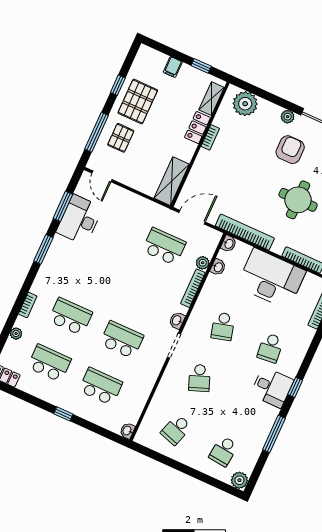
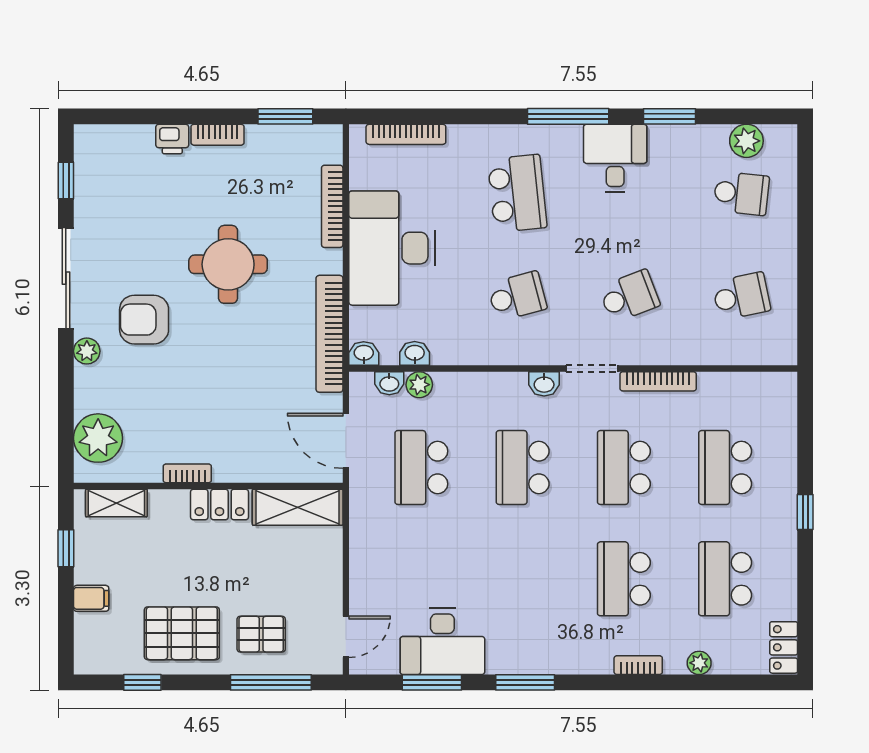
window: (118, 85) -> (142, 682), moved
locker: (197, 128) -> (220, 504), moved
bookcase: (193, 288) -> (658, 381), moved
school desk: (143, 293) -> (523, 468), added
school desk: (270, 348) -> (517, 193), width x1.85
desk: (272, 387) -> (615, 158), moved
window: (295, 387) -> (568, 116), width x2.17
school desk: (176, 430) -> (741, 296), turned -30
washbasin: (127, 431) -> (389, 383), moved
window: (274, 434) -> (669, 116), width x0.69
plant: (239, 480) -> (746, 141), moved

